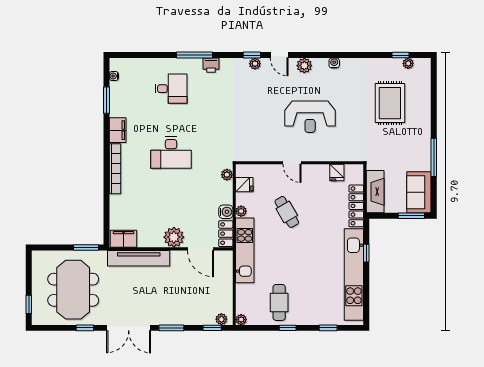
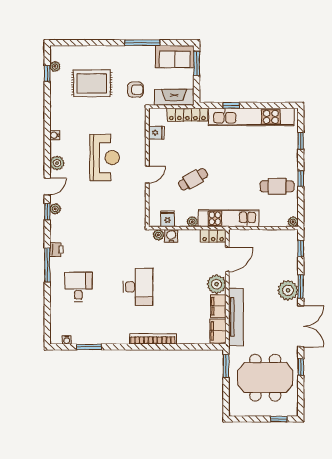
filing cabinet: (118, 130) -> (218, 306), moved, turned -90
armchair: (383, 150) -> (135, 90), added
water cooler: (226, 212) -> (171, 236), moved
plant: (221, 319) -> (288, 290), moved, width x1.87, depth x1.87

